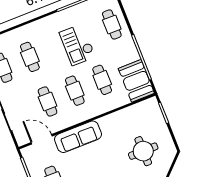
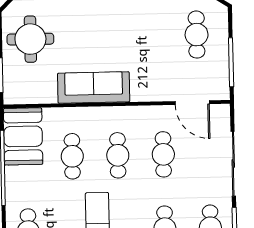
sofa: (78, 137) -> (94, 88), moved
round table: (143, 151) -> (30, 39), moved

